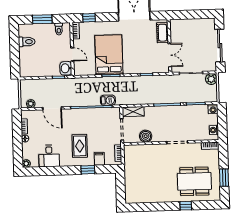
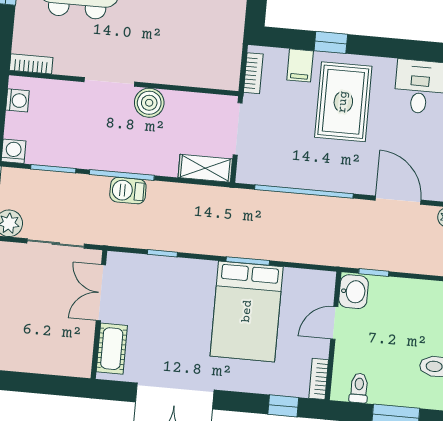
door: (72, 54) -> (334, 323), hinge flipped
barbecue: (108, 100) -> (128, 191), moved
boiler: (146, 136) -> (149, 103), moved
rug: (80, 146) -> (343, 102), width x1.36, depth x1.43

